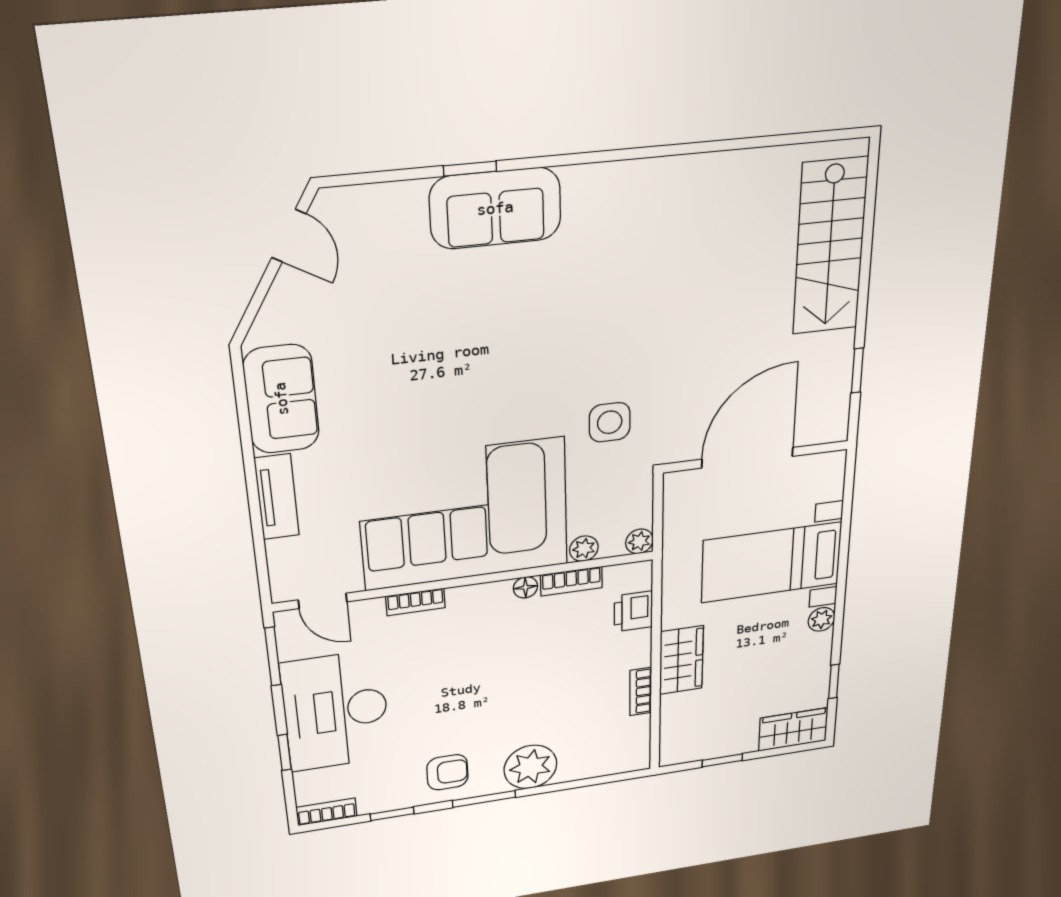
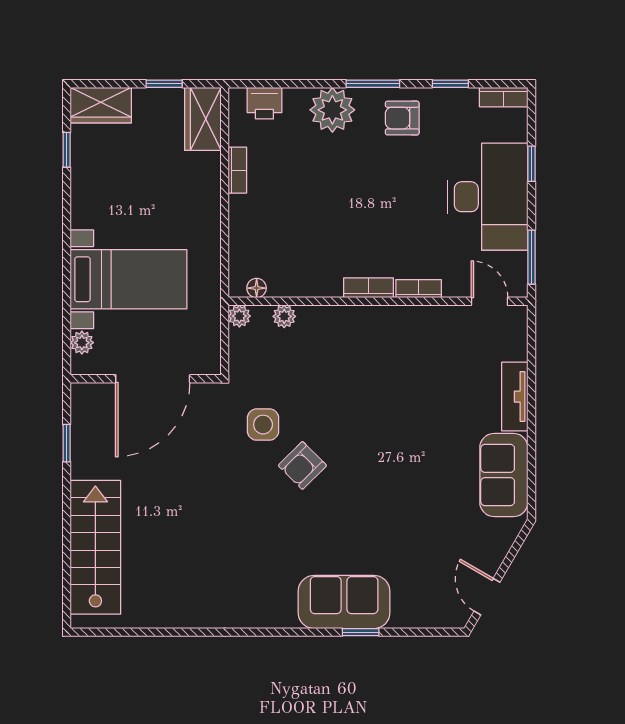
armchair: (558, 379) -> (302, 465), added
corner sofa: (464, 514) -> (377, 361), removed
bookcase: (571, 581) -> (369, 288), moved
floor lamp: (525, 587) -> (257, 288), moved
printer: (633, 611) -> (264, 103), moved, turned 90
plant: (821, 619) -> (82, 343), moved
wardrobe: (681, 660) -> (203, 119), moved

